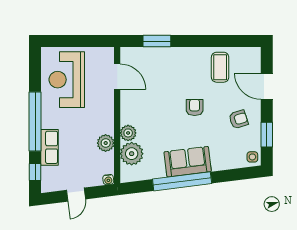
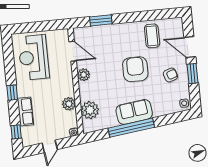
armchair: (195, 108) -> (135, 69), width x1.88, depth x1.88
window: (35, 122) -> (12, 93), width x0.32
plant: (128, 133) -> (84, 75), moved
window: (267, 135) -> (193, 74), moved

